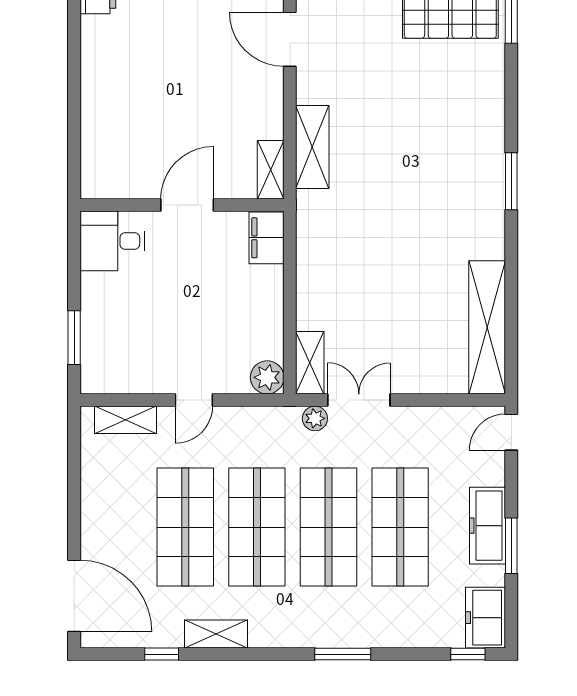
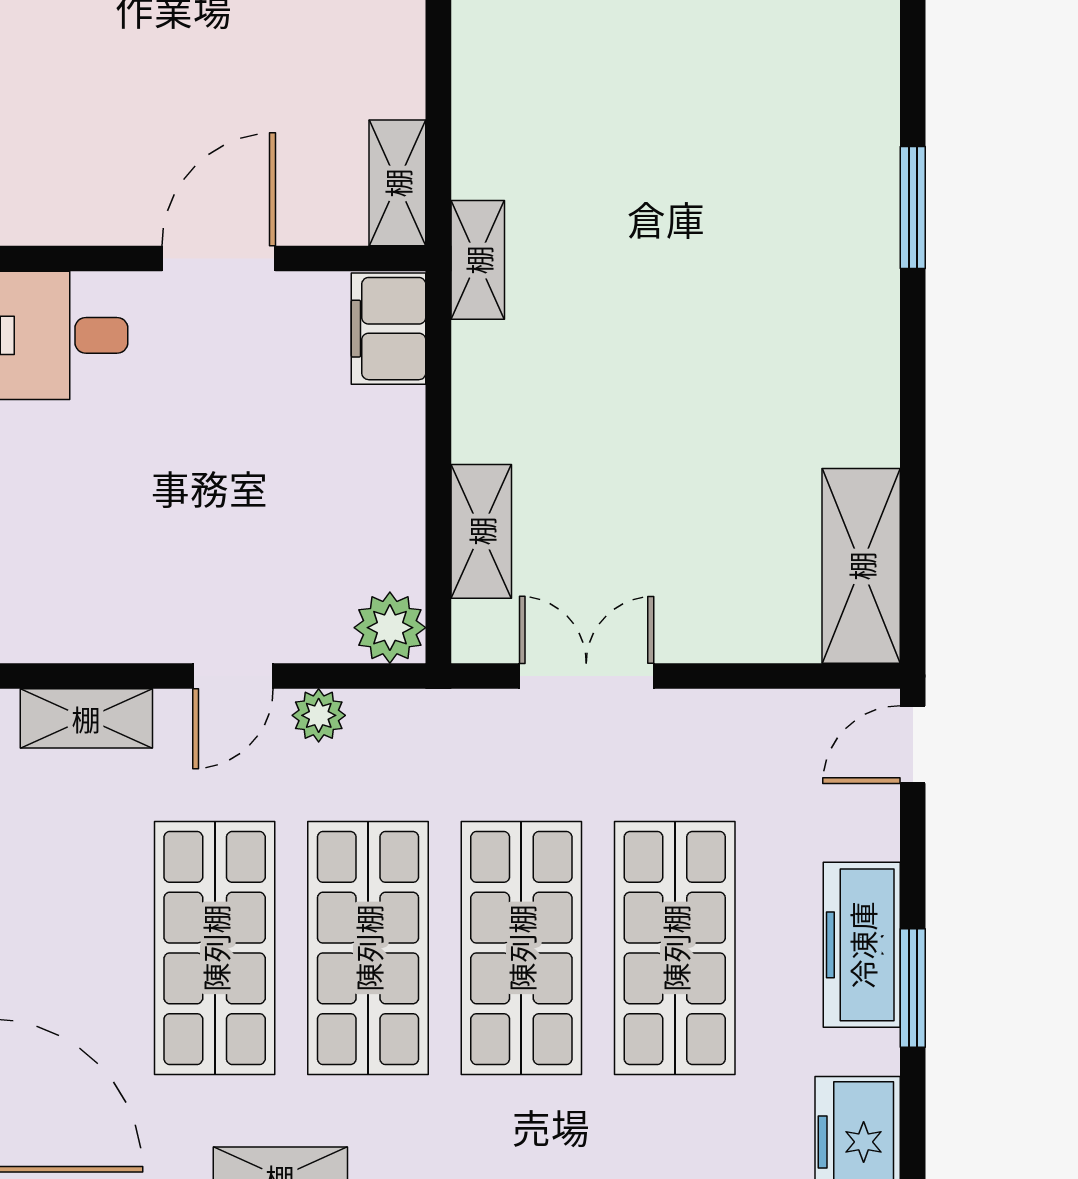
shelving: (312, 147) -> (478, 260), moved, width x0.67, depth x0.75
shelving: (487, 327) -> (861, 566), width x0.68
shelving: (310, 363) -> (481, 531), moved
plant: (315, 418) -> (319, 715), moved

